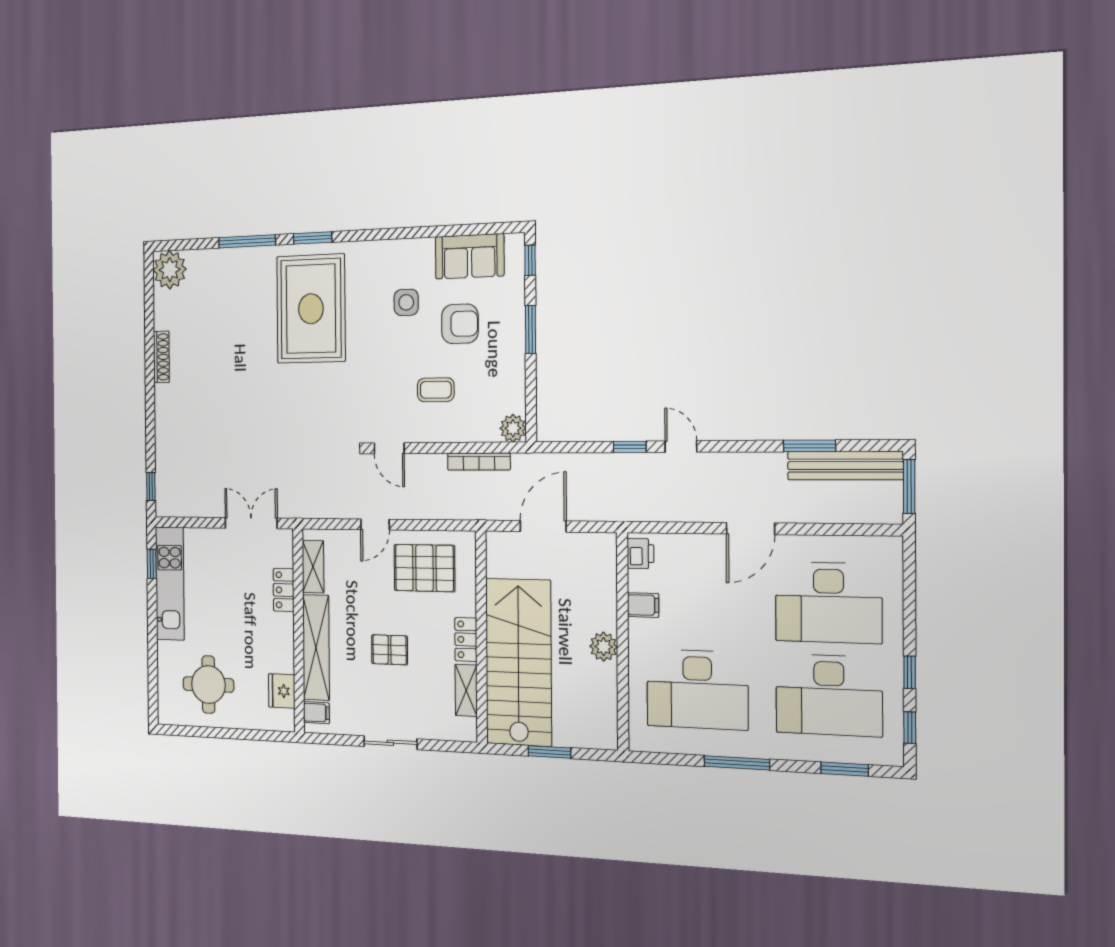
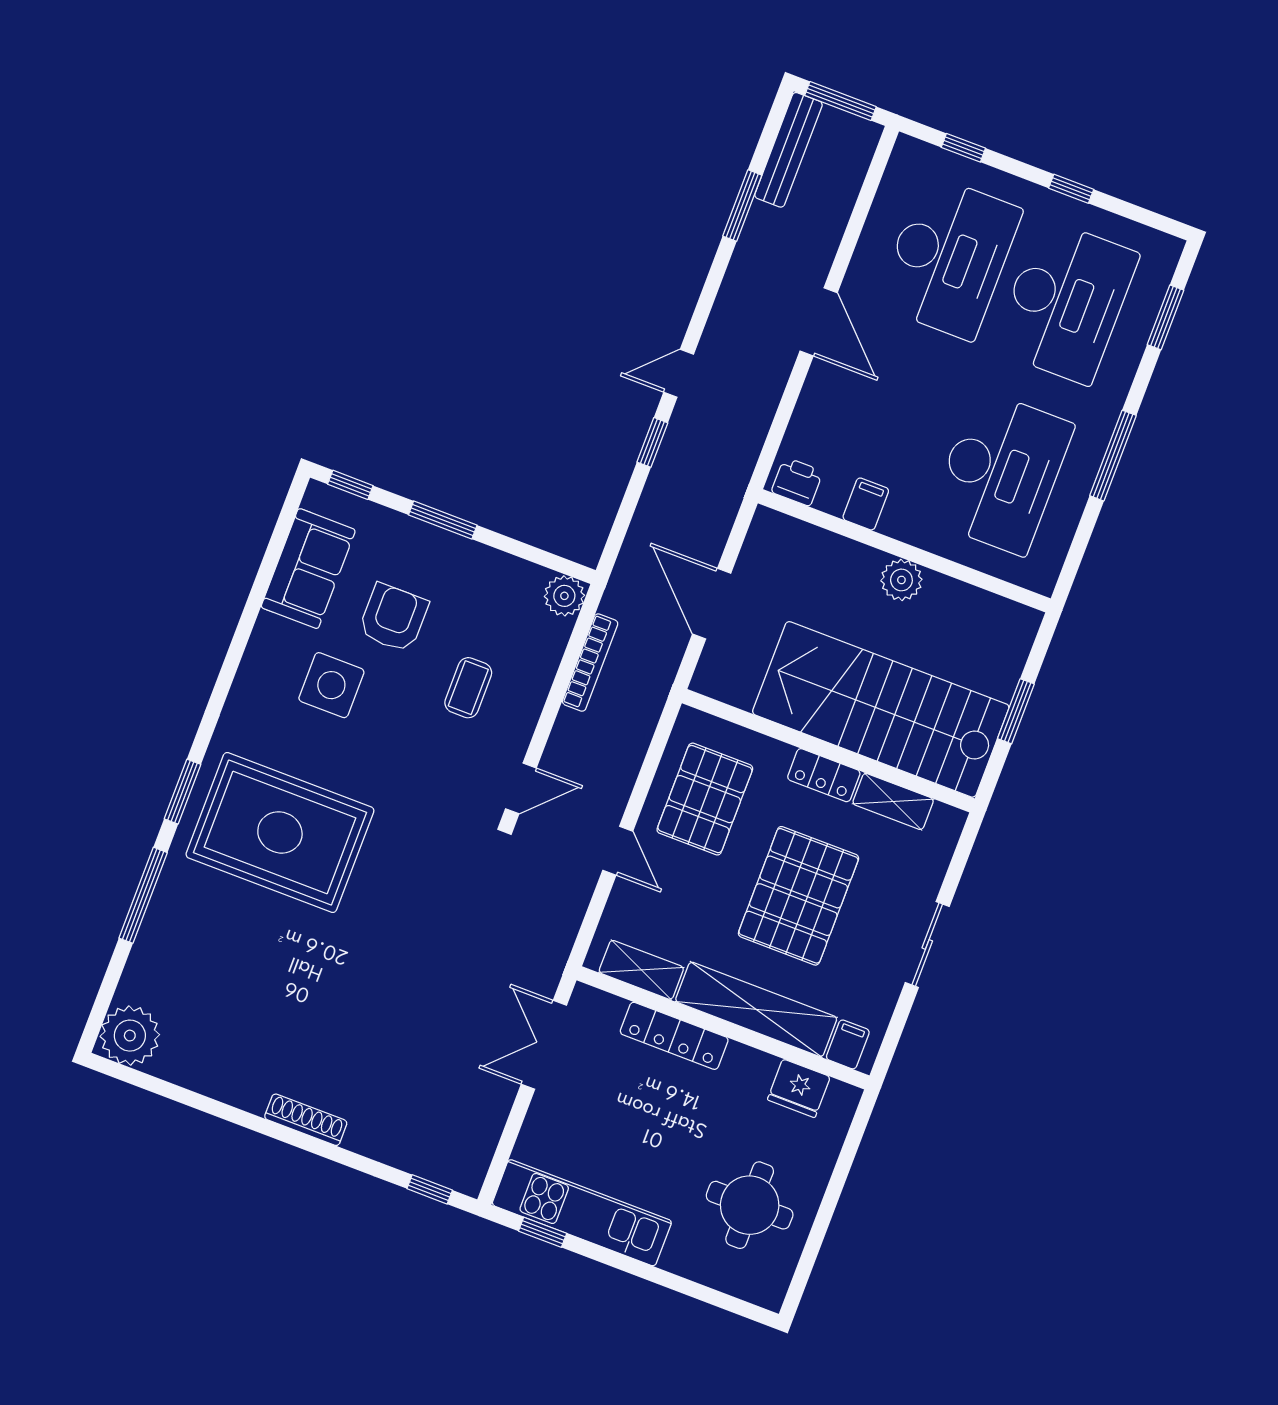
side table: (406, 302) -> (331, 685), width x1.37, depth x1.37
shoe rack: (161, 357) -> (306, 1120), moved
bench: (845, 466) -> (788, 150), width x0.73, depth x0.82
locker: (284, 590) -> (674, 1036), width x1.53
pallet: (390, 650) -> (799, 896), width x2.05, depth x2.00
window: (910, 728) -> (963, 148), moved

